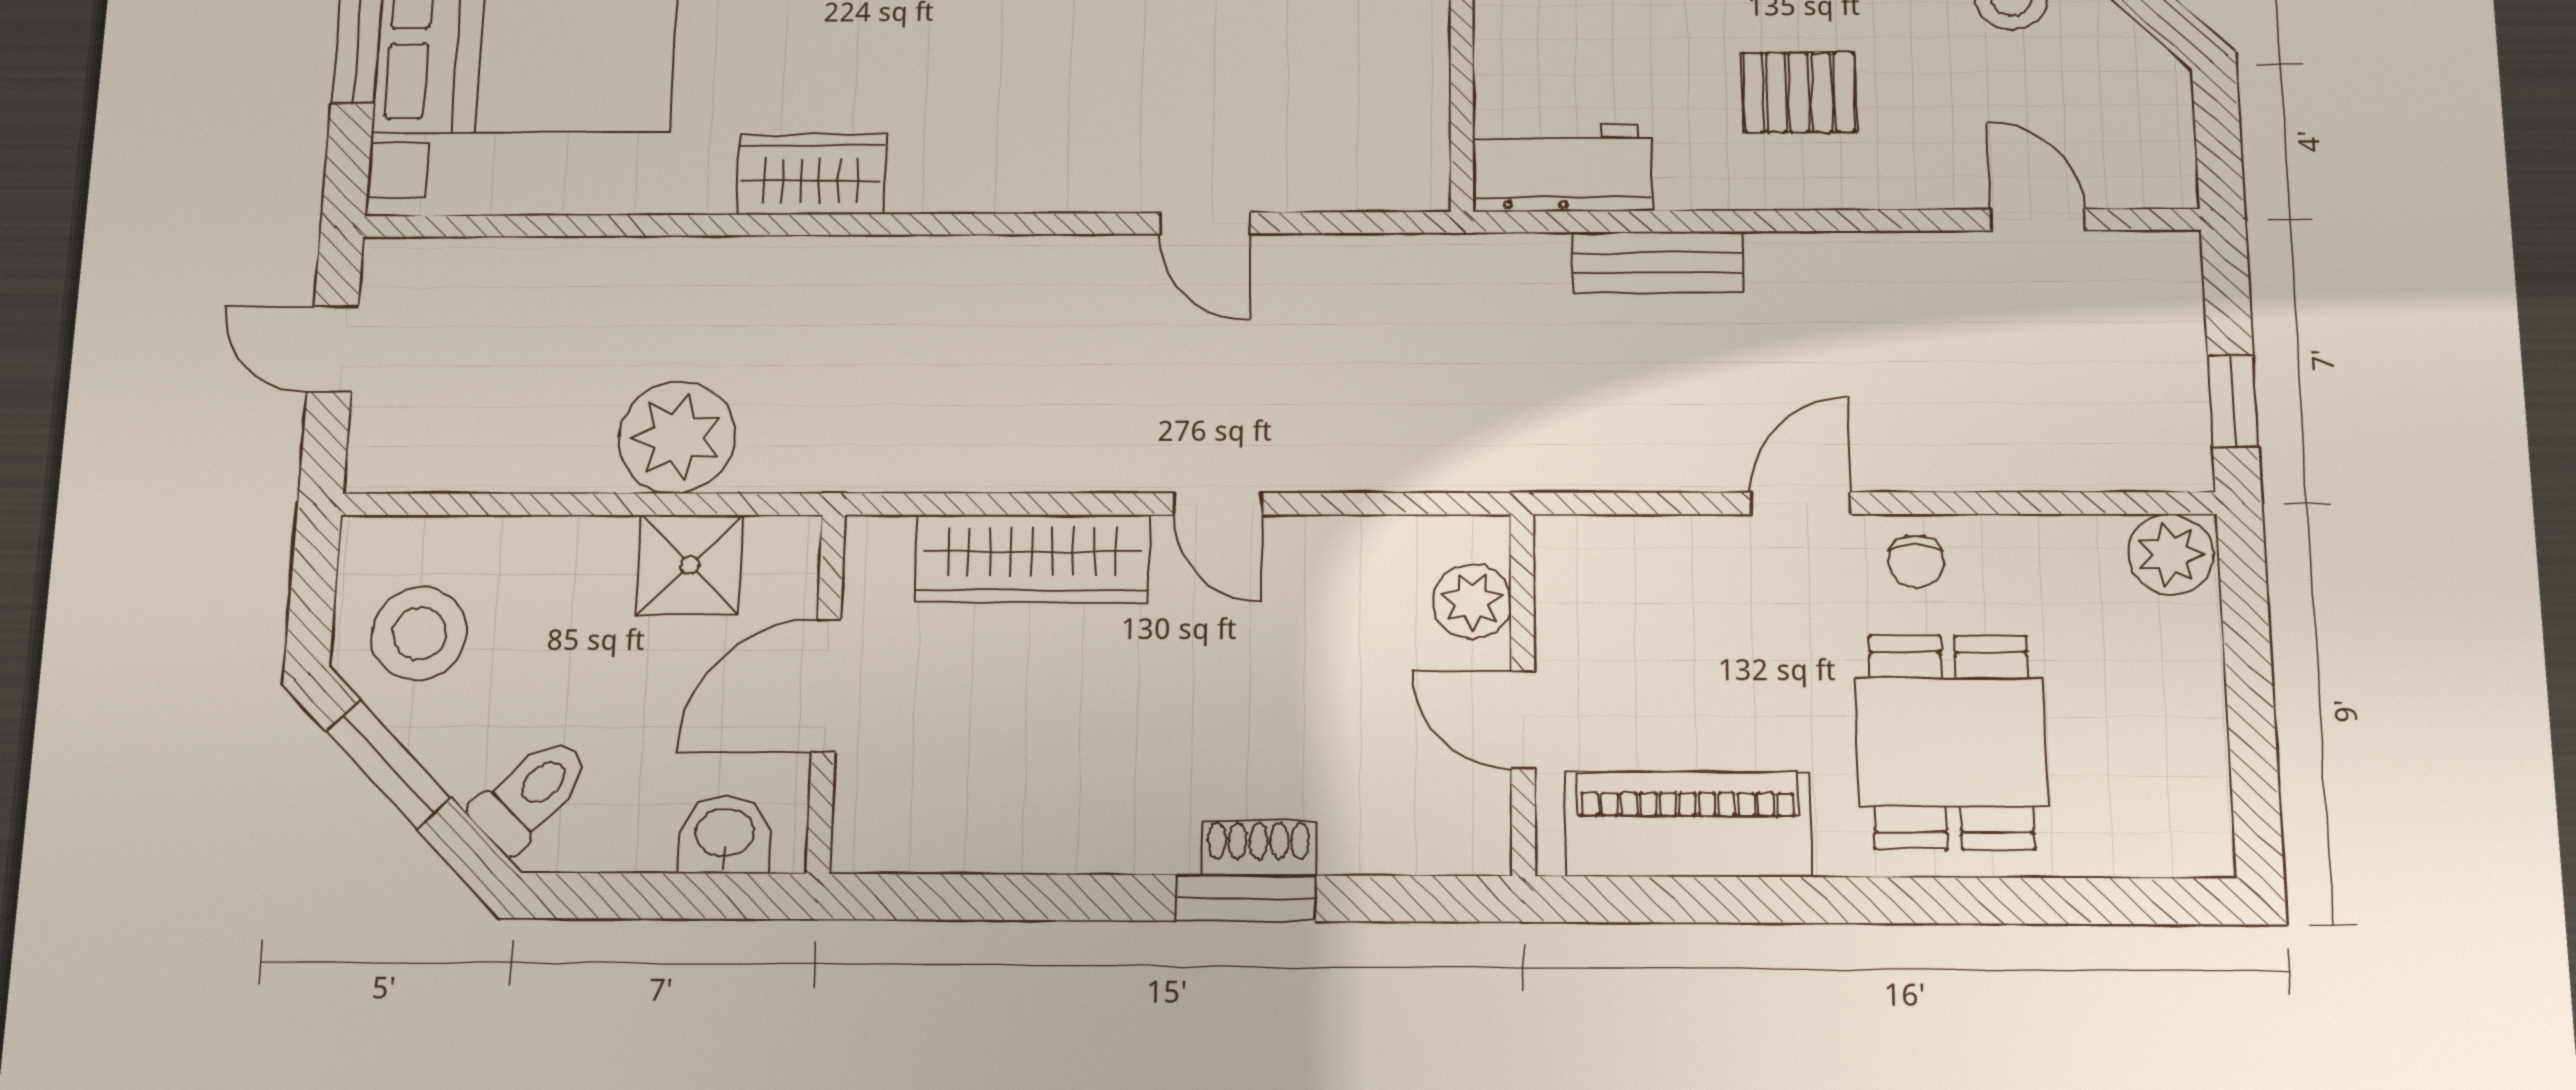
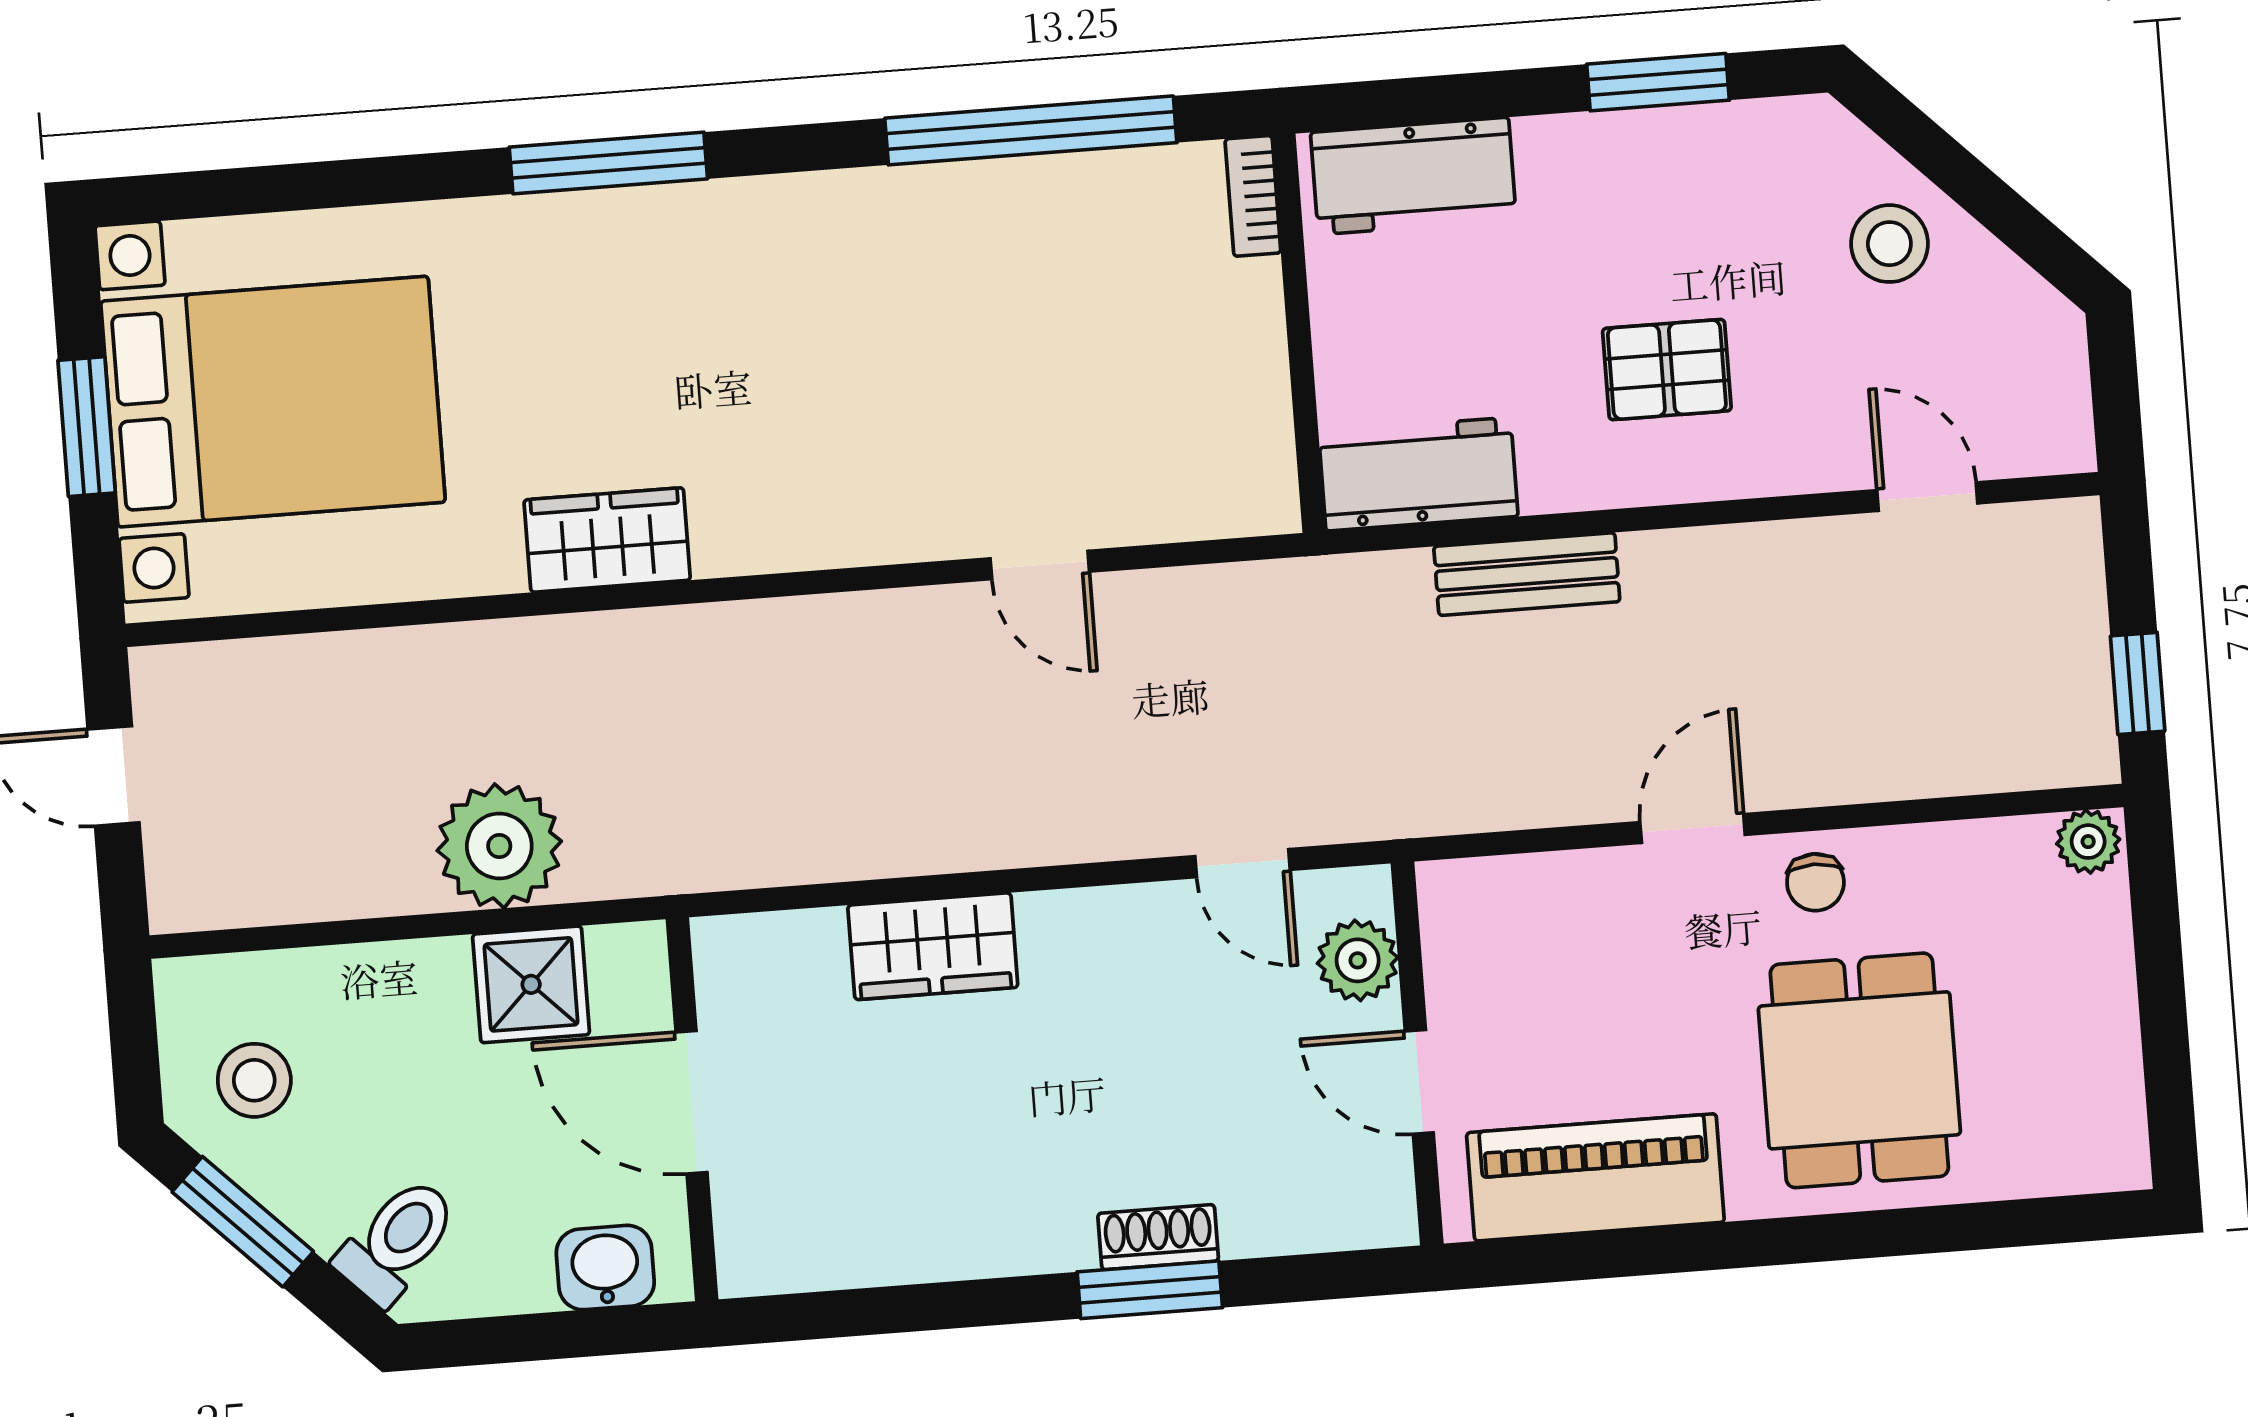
door: (1218, 504) -> (1243, 863), moved
plant: (2171, 554) -> (2088, 842), width x0.73, depth x0.73
wardrobe: (1032, 558) -> (933, 946), width x0.67
stool: (419, 633) -> (254, 1080), width x0.73, depth x0.73
door: (826, 685) -> (692, 1102), hinge flipped

